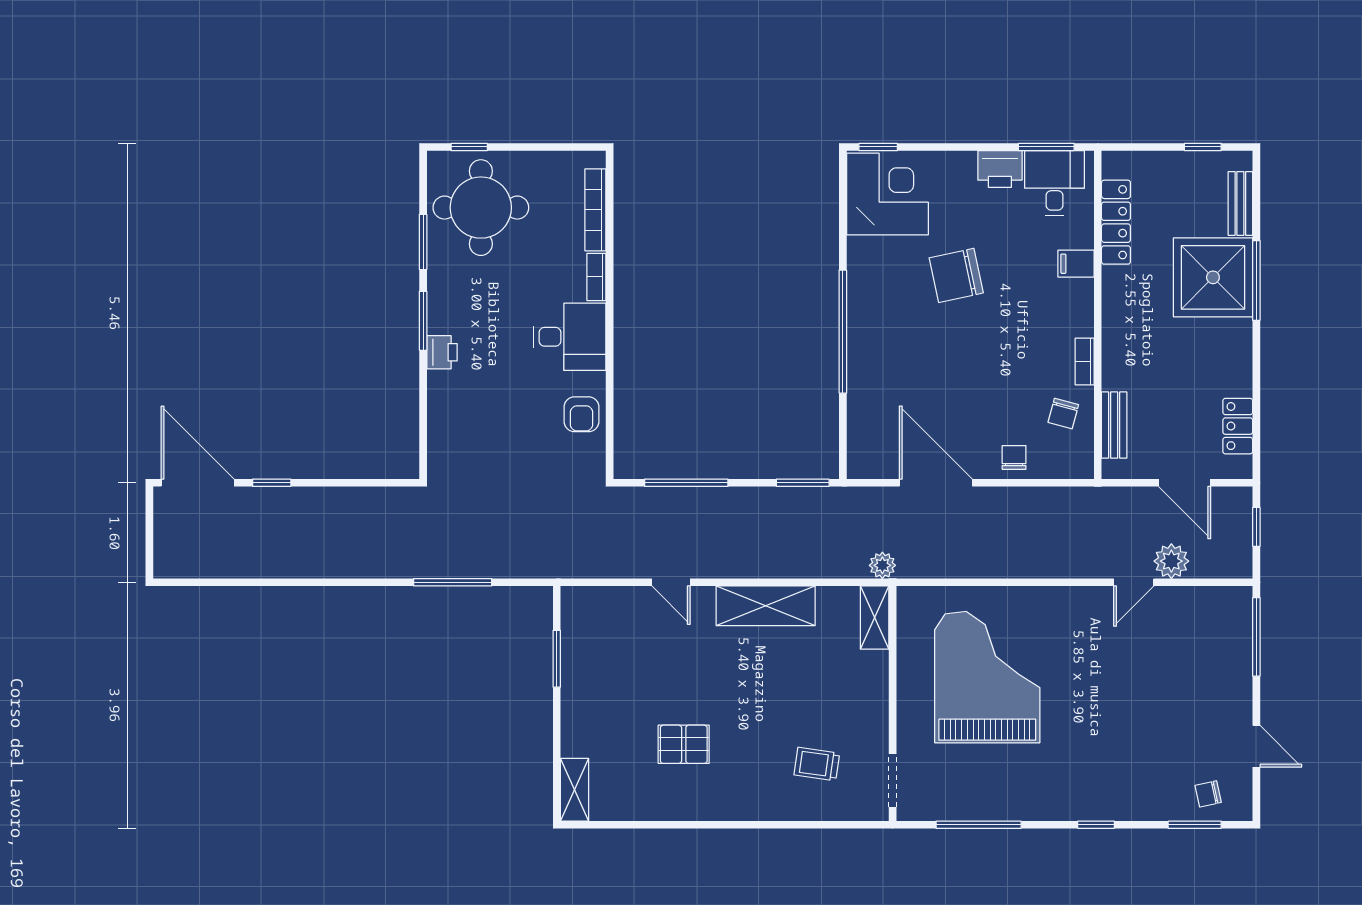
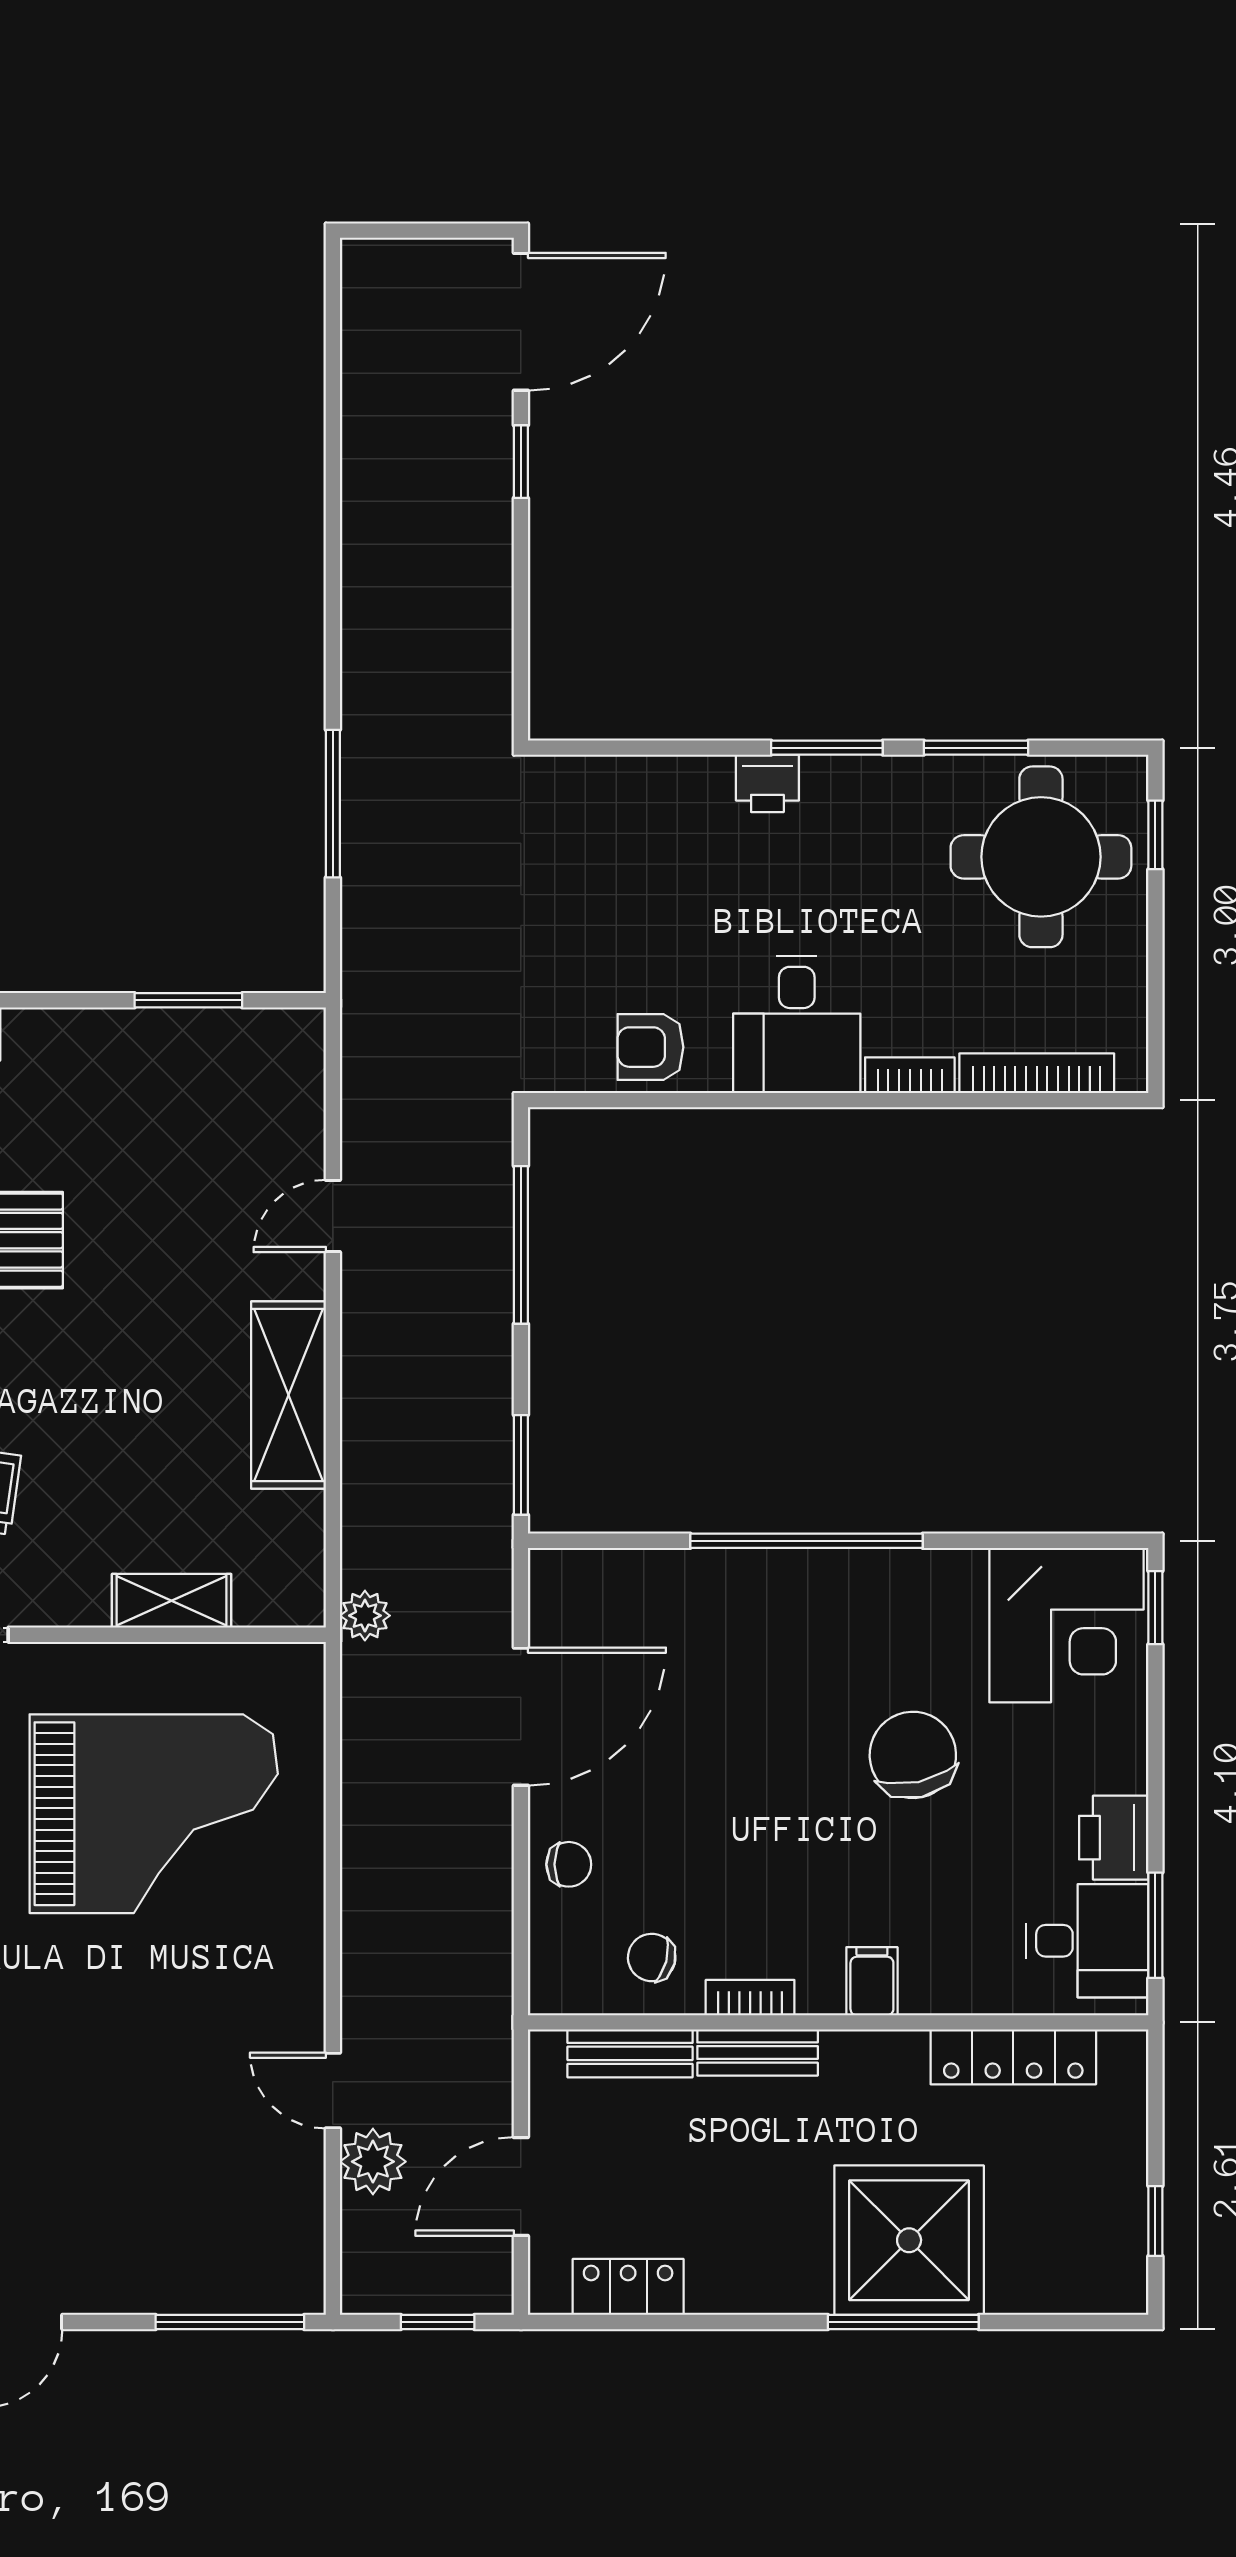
bench: (1240, 203) -> (758, 2053), moved
filing cabinet: (1076, 264) -> (872, 1981), moved
shelving: (875, 618) -> (172, 1601), moved

